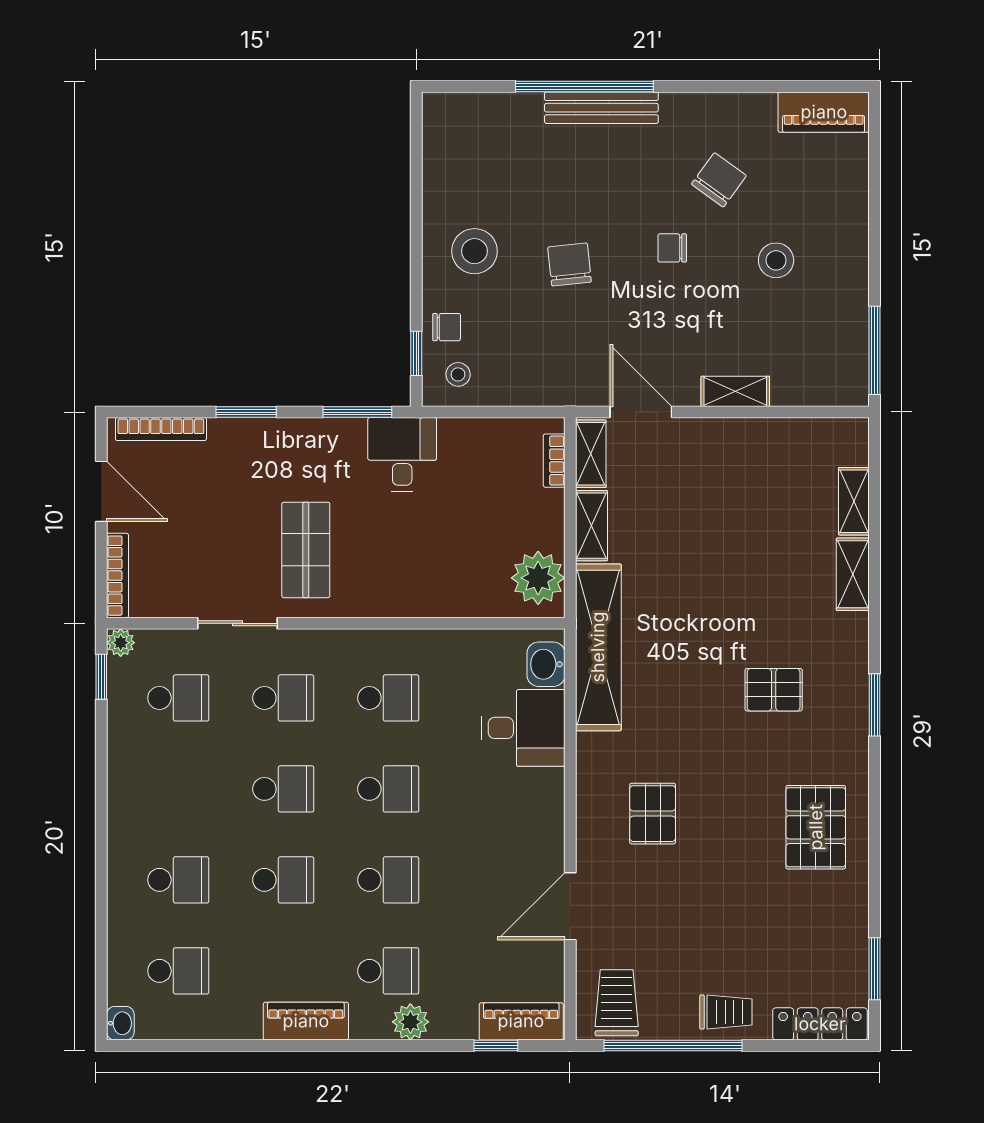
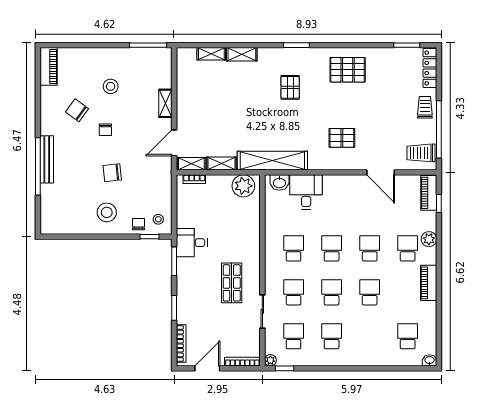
shop shelf: (306, 550) -> (232, 283), turned 90
school desk: (178, 880) -> (332, 336), moved

